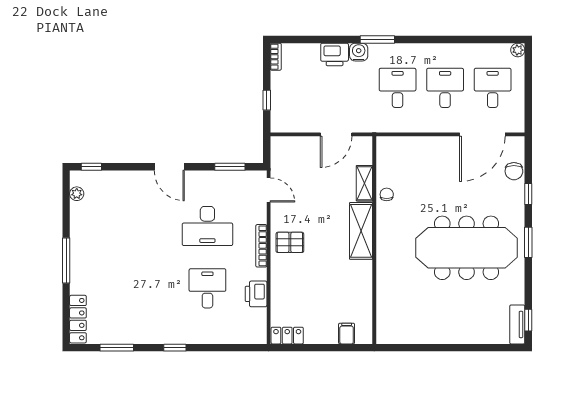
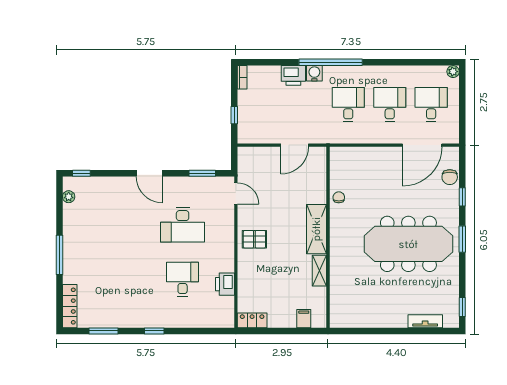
window: (377, 40) -> (331, 62), width x2.11
shelving: (364, 183) -> (319, 271), moved
bookcase: (261, 246) -> (230, 242), removed
tv unit: (517, 324) -> (425, 321), moved, turned 90

